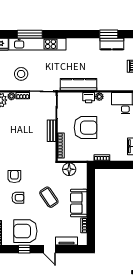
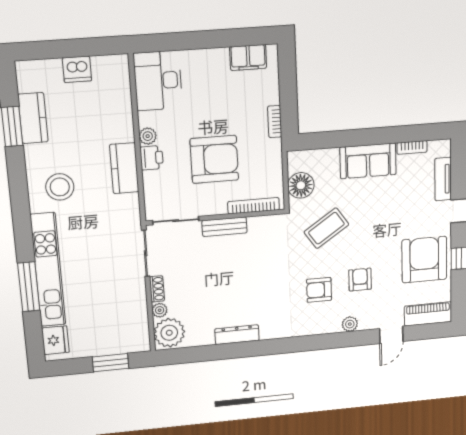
stool: (21, 74) -> (60, 187), moved
kitchen counter: (79, 84) -> (124, 168), width x0.67
armchair: (86, 128) -> (214, 159), turned 90
coffee table: (49, 197) -> (326, 228), moved
armchair: (25, 231) -> (424, 260), turned 180

